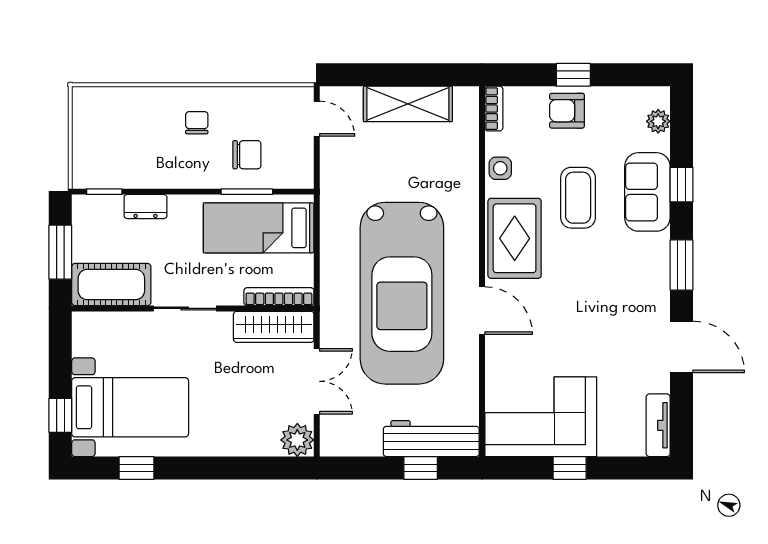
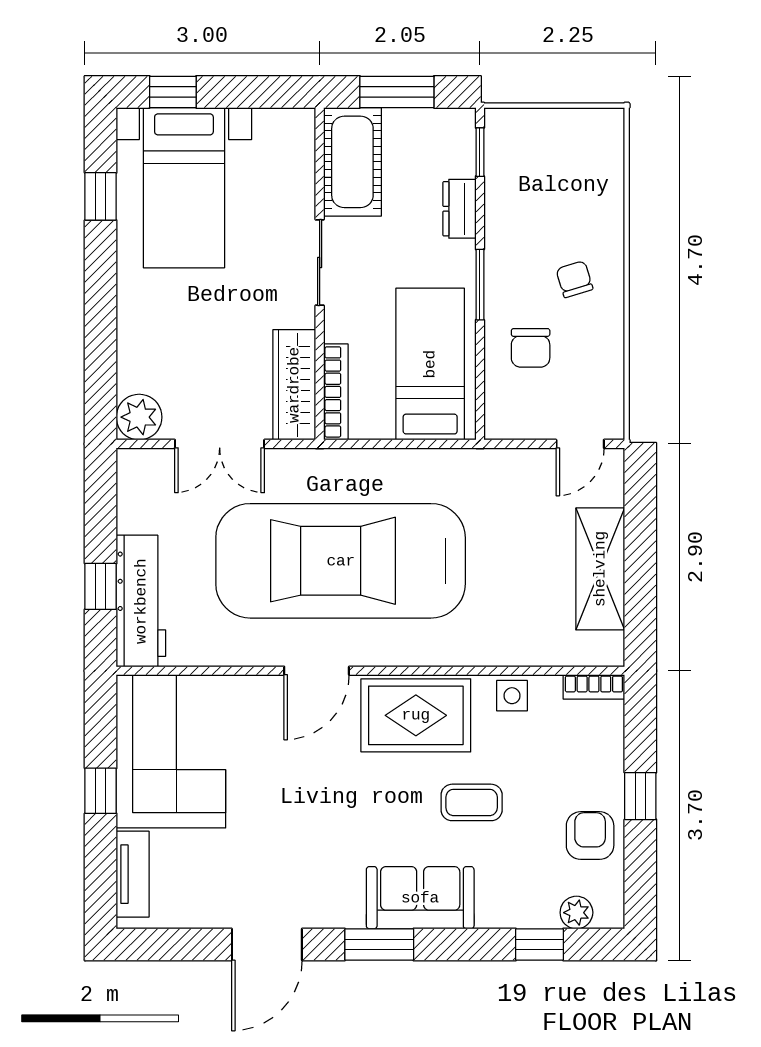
armchair: (567, 111) -> (590, 836), moved
chair: (197, 123) -> (574, 279), turned -107
window: (682, 185) -> (539, 944), moved
window: (247, 192) -> (480, 285), moved
sofa: (647, 192) -> (420, 898), moved
coffee table: (578, 198) -> (472, 802), width x0.73, depth x0.77
tv unit: (658, 425) -> (133, 874), moved, turned 90

